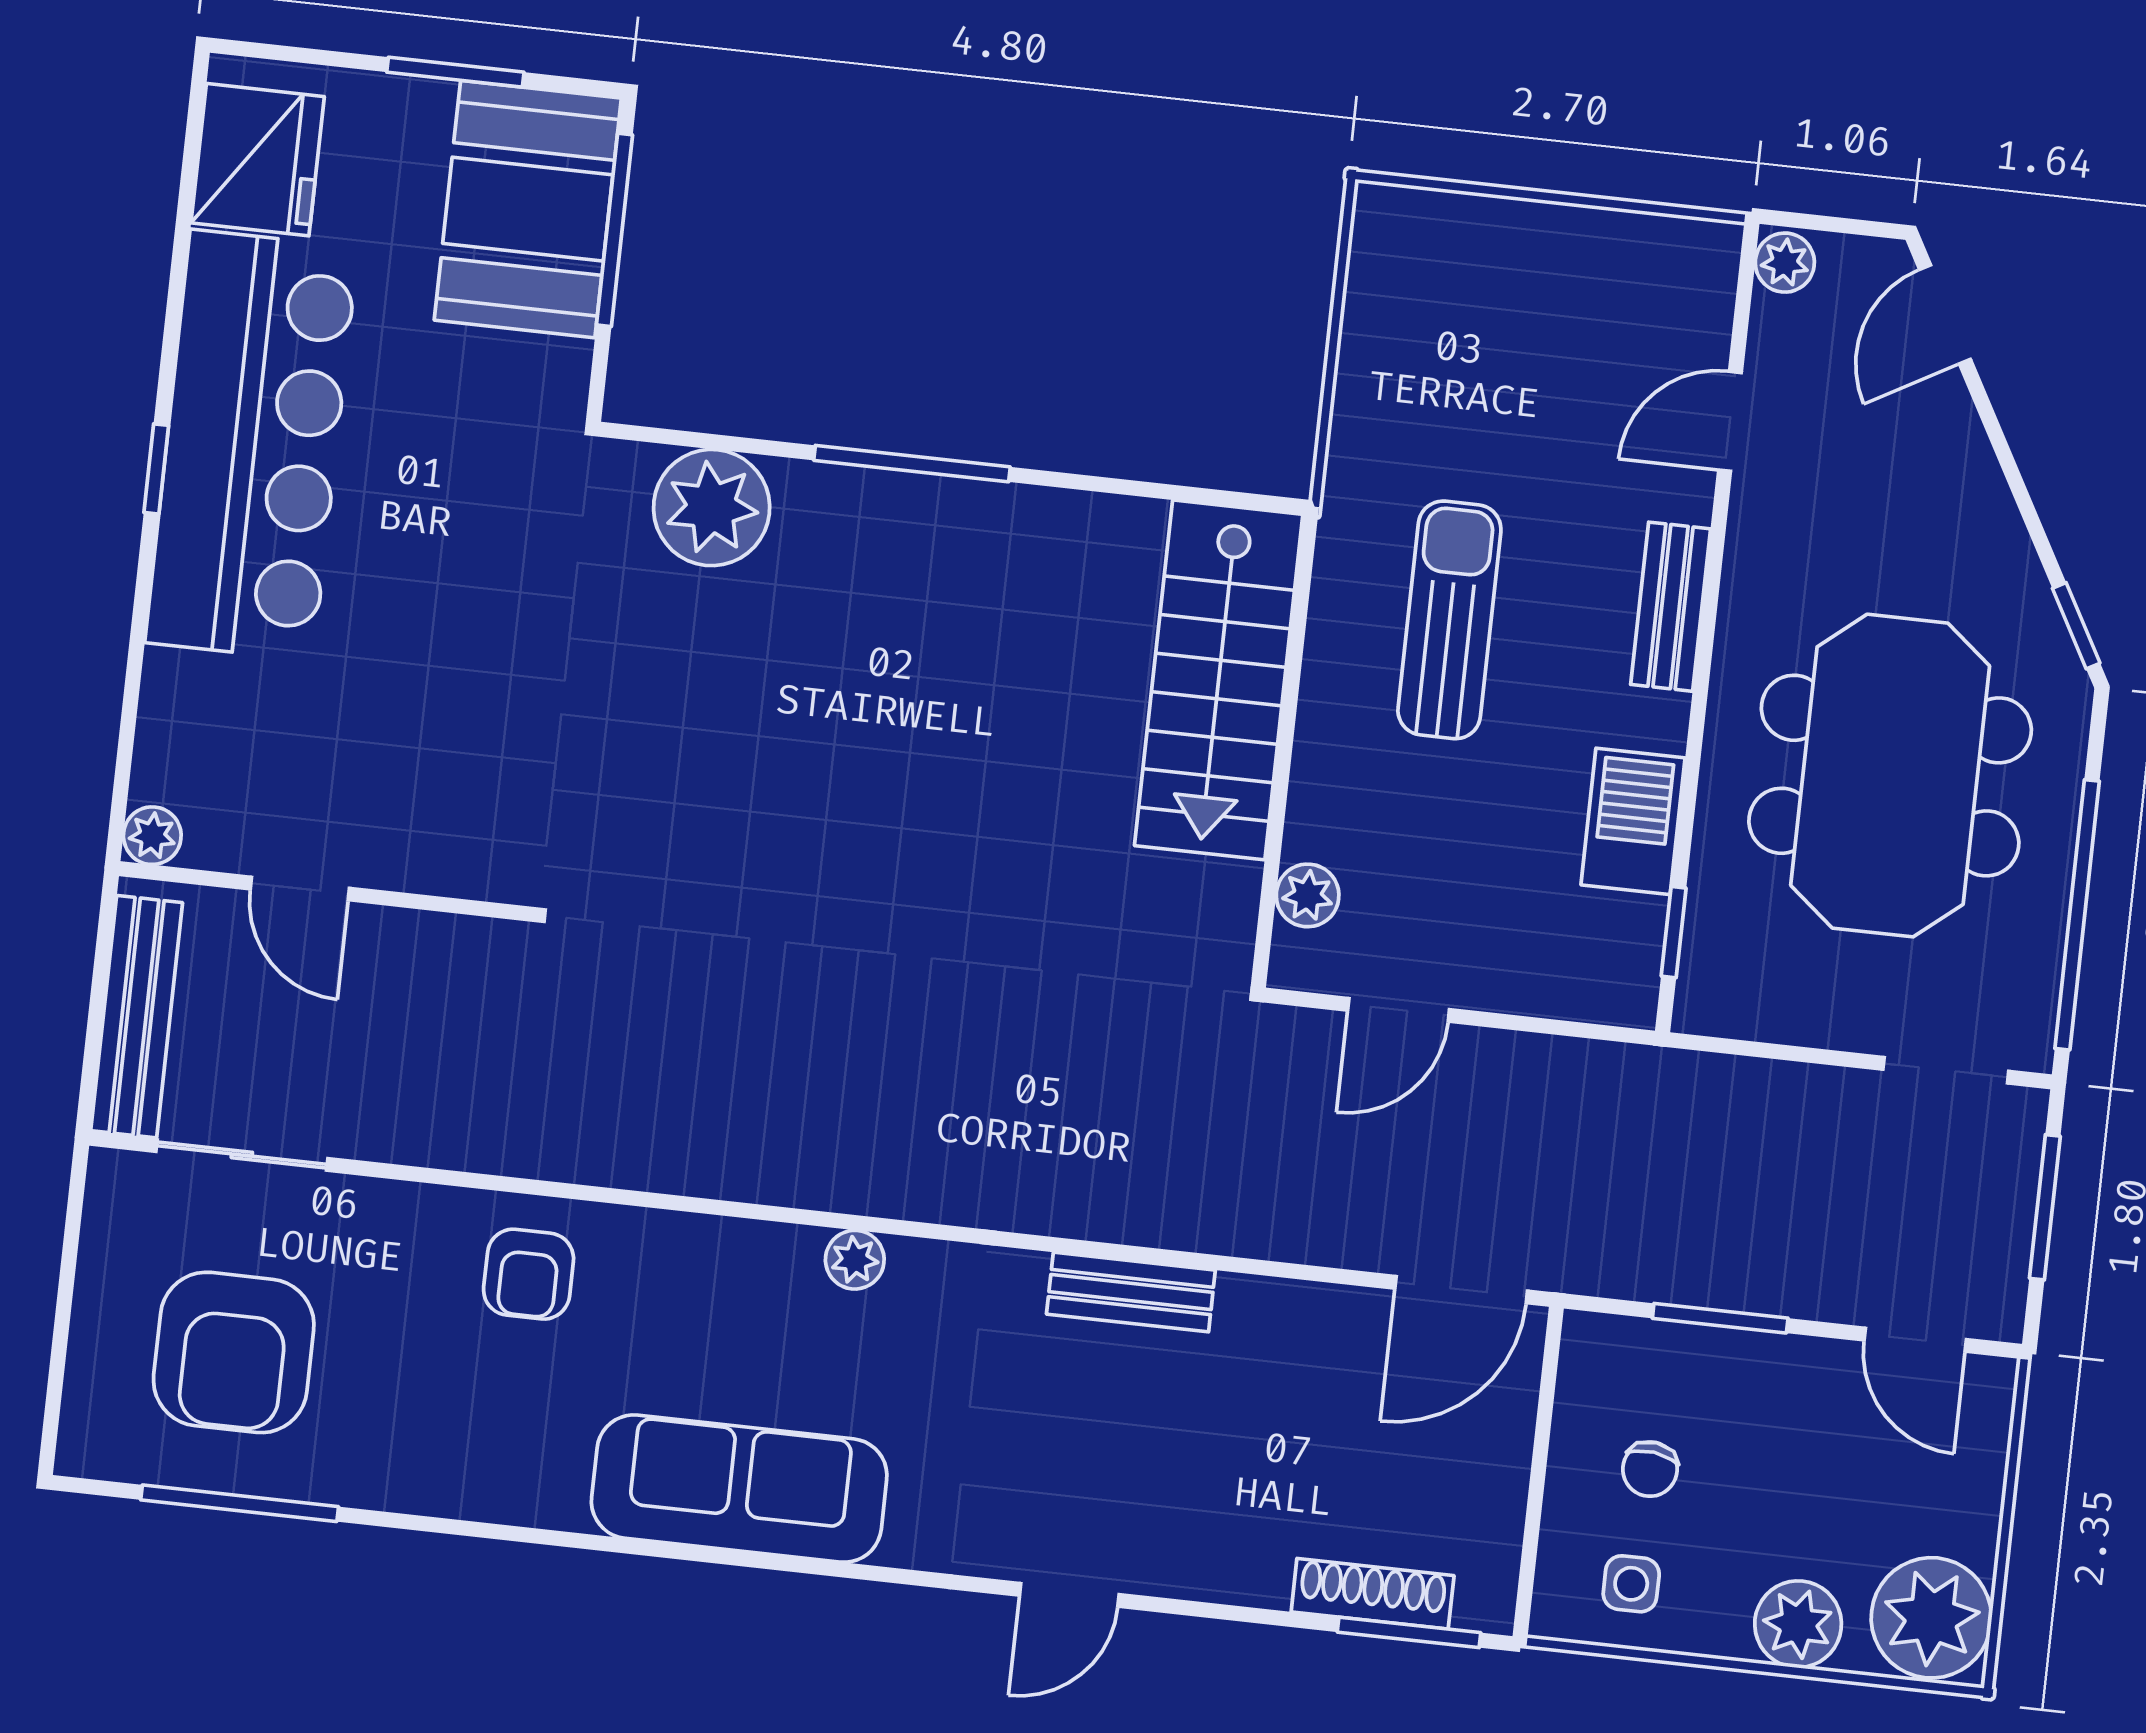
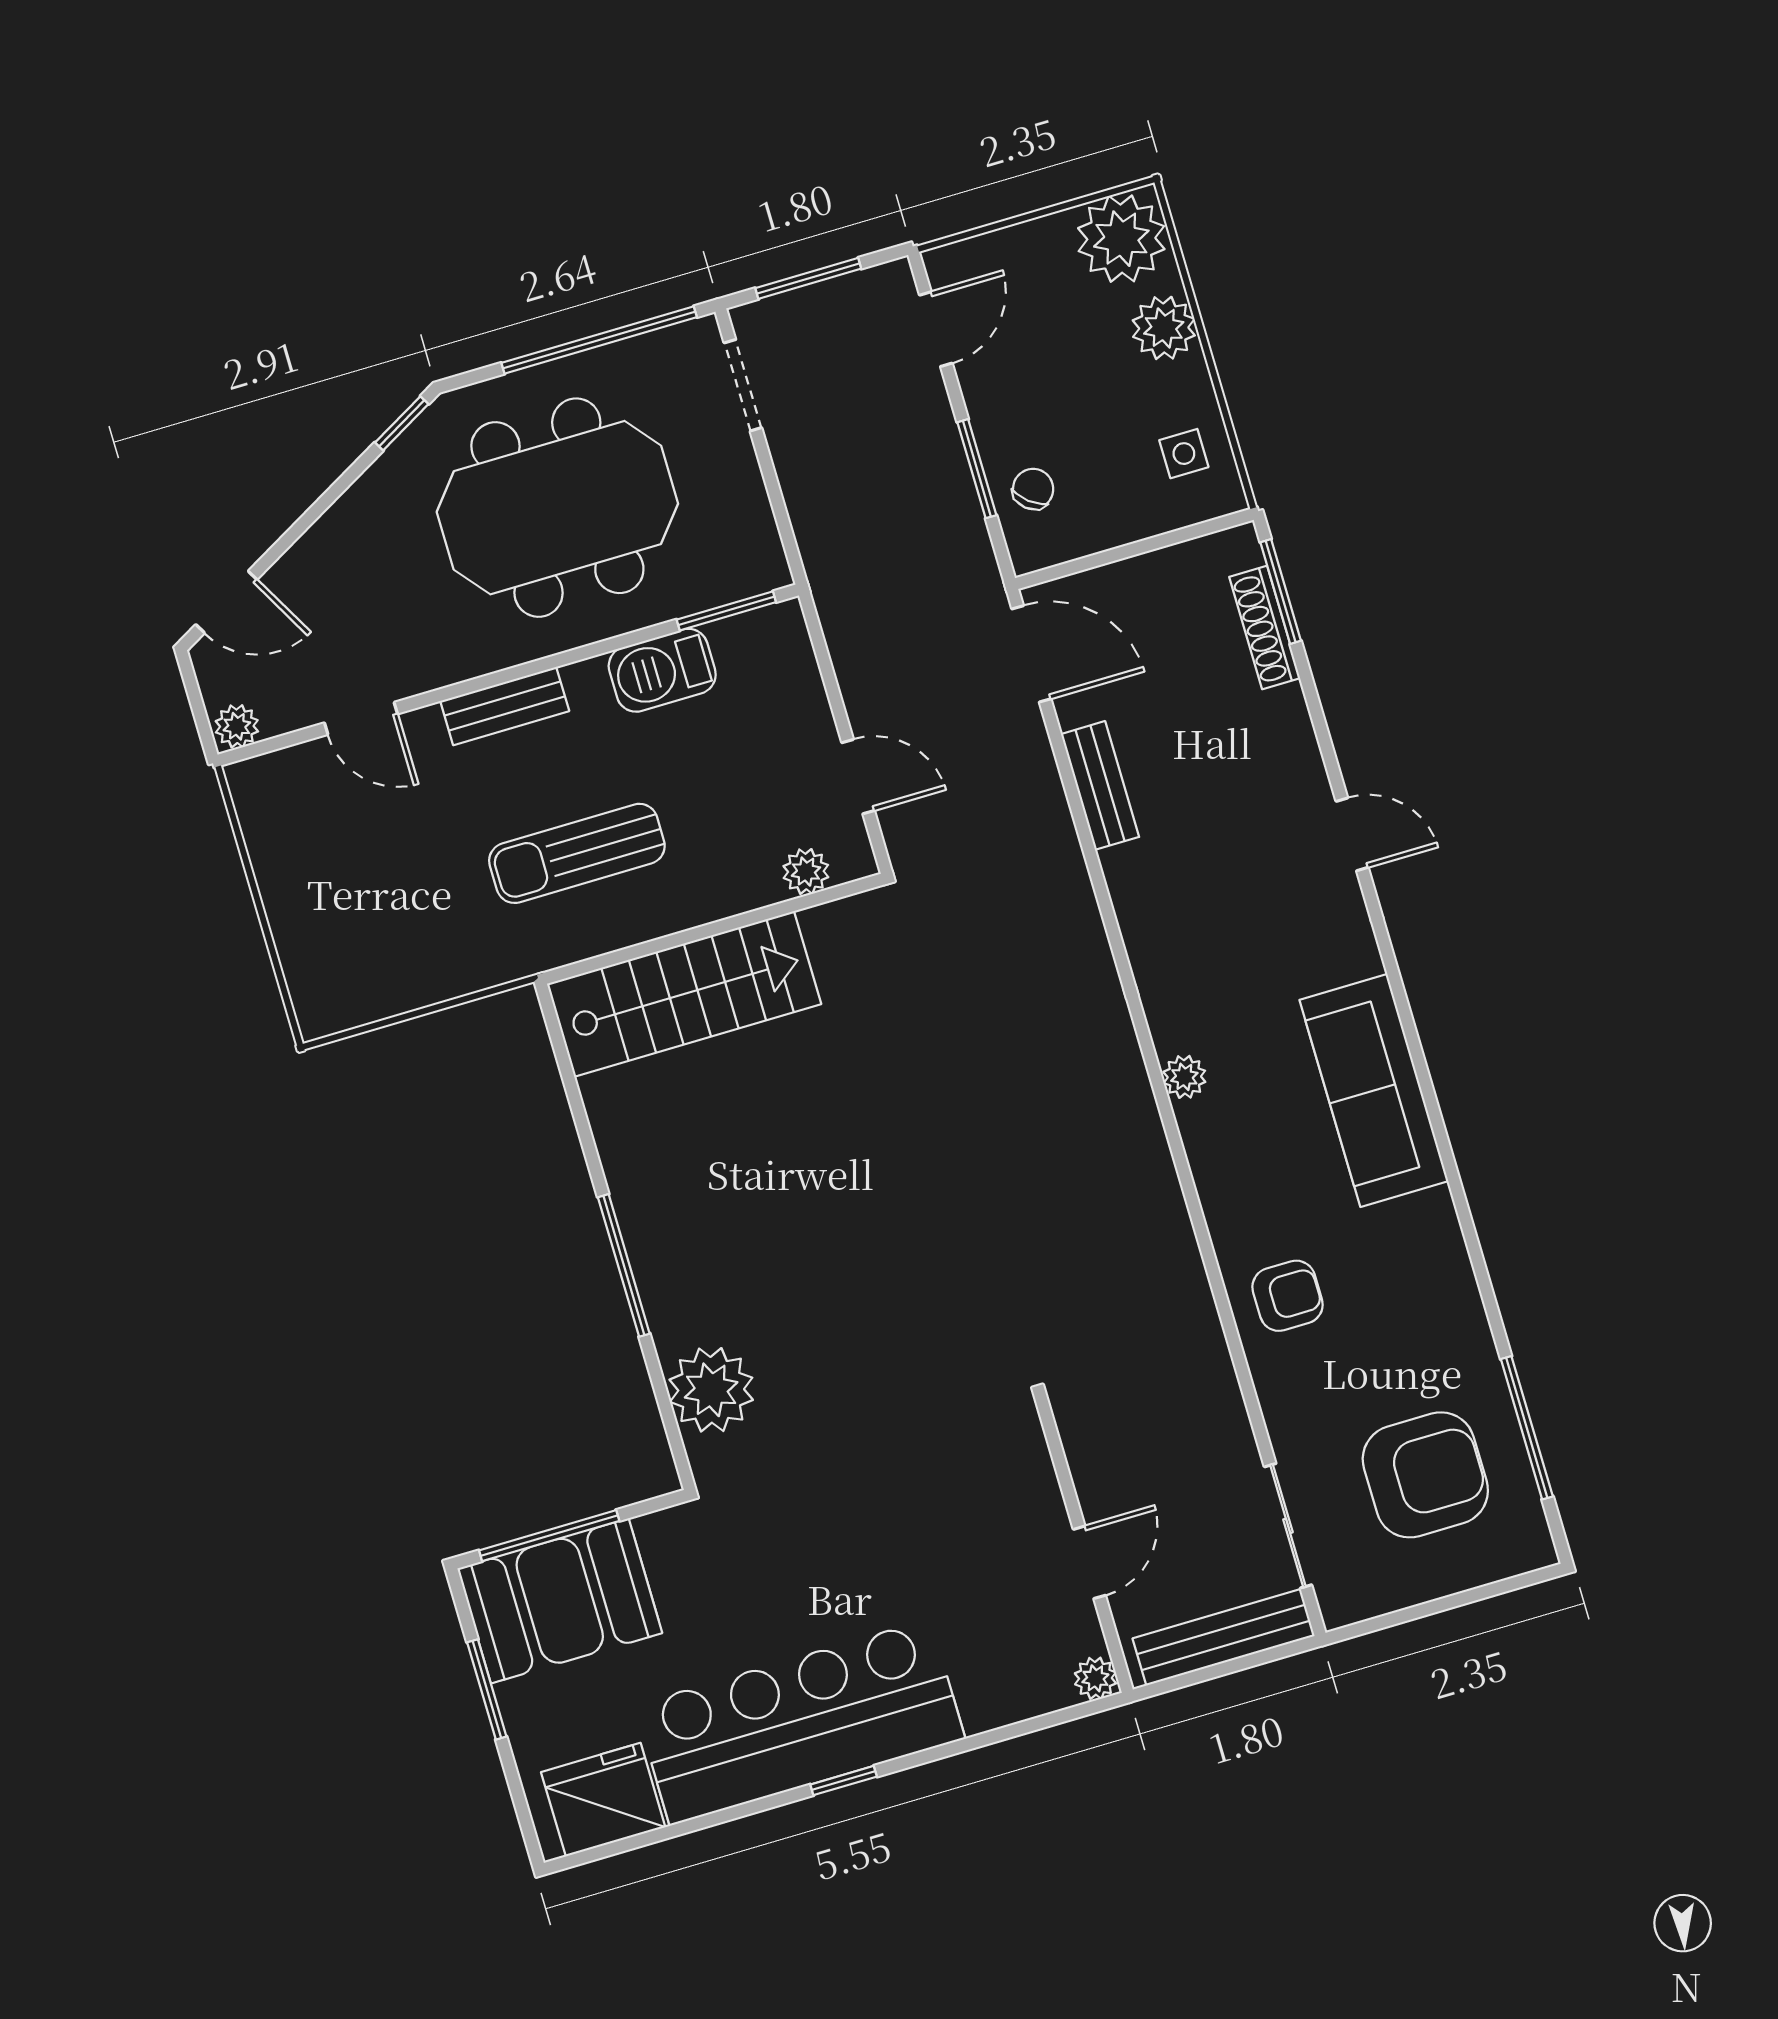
window: (1674, 932) -> (726, 611), width x1.50
bench: (1131, 1292) -> (1100, 785), moved
chair: (1650, 1469) -> (1033, 489), moved, turned -58

